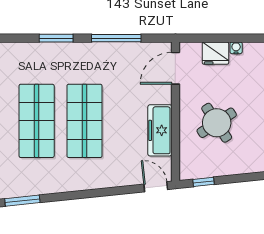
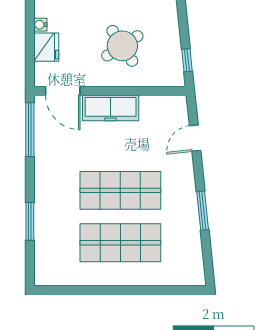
window: (116, 38) -> (30, 130), moved
freezer: (160, 130) -> (111, 108), moved
door: (156, 187) -> (195, 138), moved
window: (22, 201) -> (203, 211), moved

